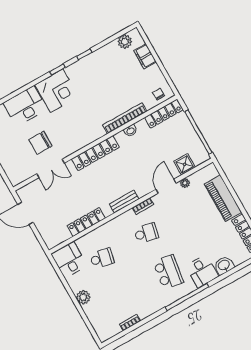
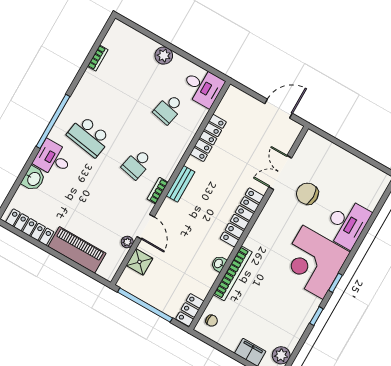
corner desk: (57, 91) -> (313, 262), width x1.36, depth x1.36
locker: (164, 114) -> (190, 310), width x0.66
chair: (40, 143) -> (307, 194), turned -90

